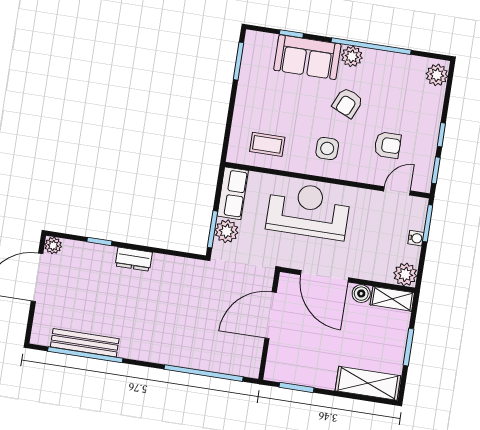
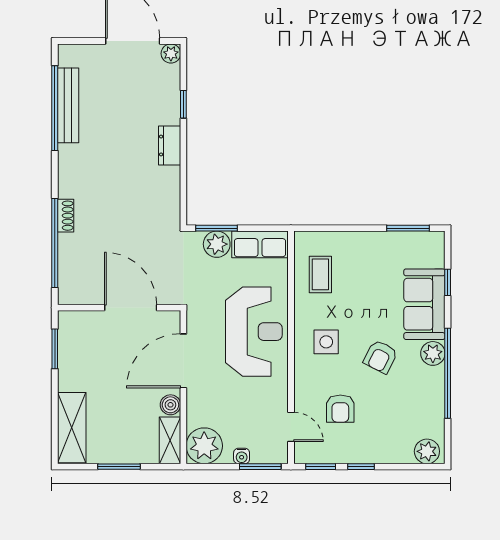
armchair: (348, 103) -> (381, 357), turned -87
plant: (405, 274) -> (204, 446), width x1.36, depth x1.36
shoe rack: (181, 360) -> (66, 216), added

